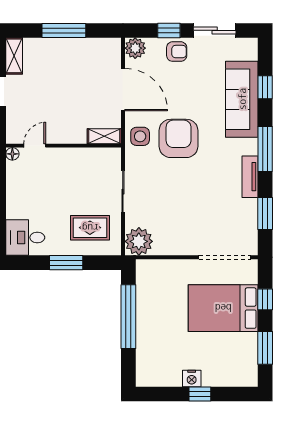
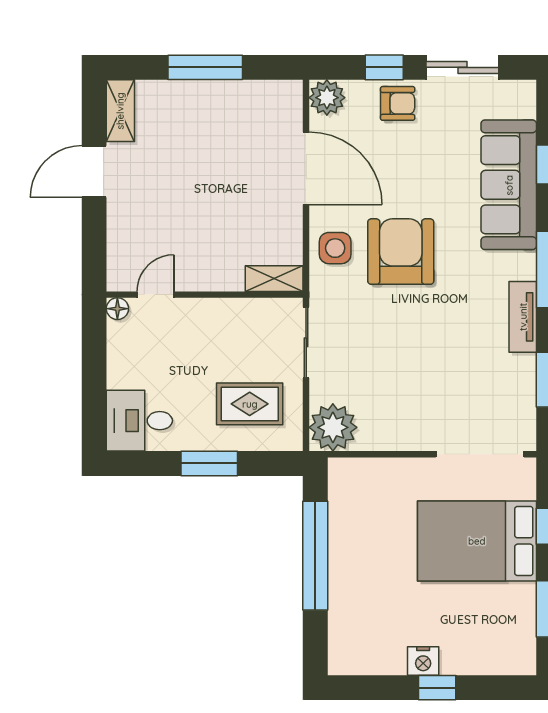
shelving: (104, 136) -> (274, 279), moved
door: (35, 146) -> (156, 295), moved
wall: (64, 146) -> (205, 295), moved
floor lamp: (12, 154) -> (117, 309), moved

